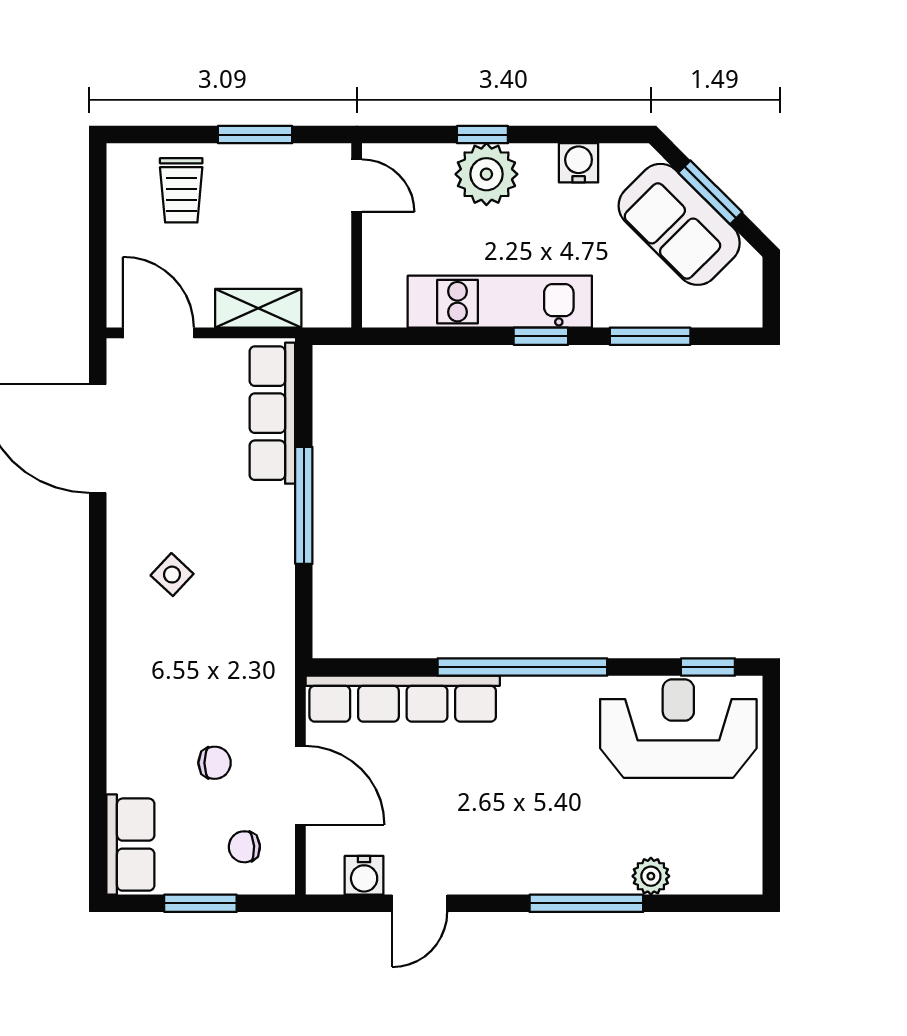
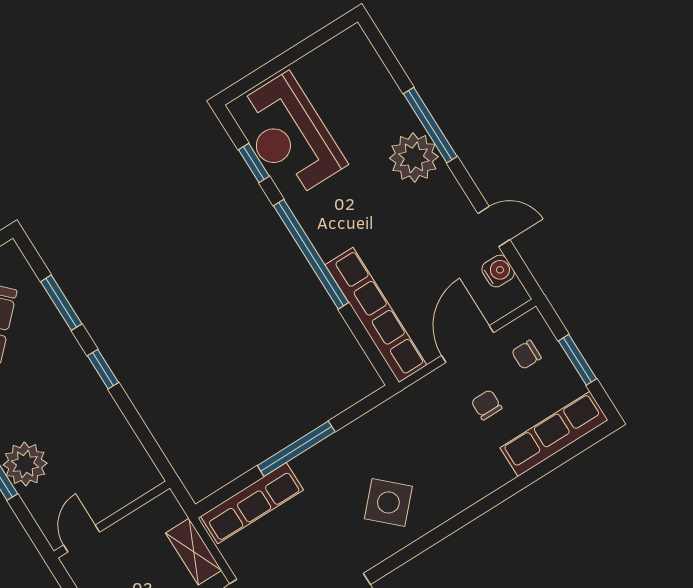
kitchen unit: (500, 302) -> (97, 407), removed
side table: (172, 575) -> (388, 502), width x1.87, depth x1.87
window: (708, 667) -> (254, 163), moved
row of seats: (130, 845) -> (554, 434), width x1.48
chair: (244, 847) -> (526, 355), turned 94
plant: (651, 876) -> (414, 157), moved, width x1.88, depth x1.88

